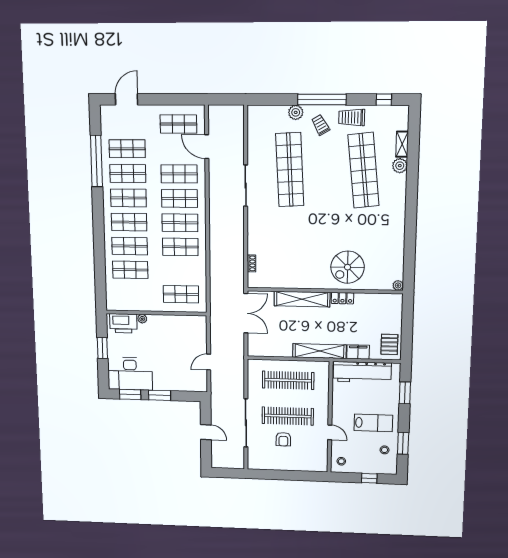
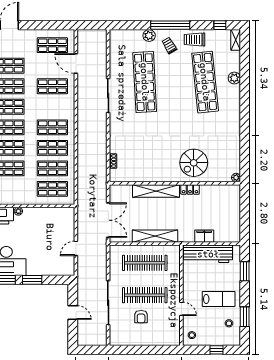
shelving: (402, 144) -> (236, 40), moved
shop shelf: (180, 198) -> (52, 168), moved
double door: (246, 313) -> (108, 220), moved
pallet: (389, 344) -> (230, 229), removed
shelving: (319, 351) -> (155, 236), moved

